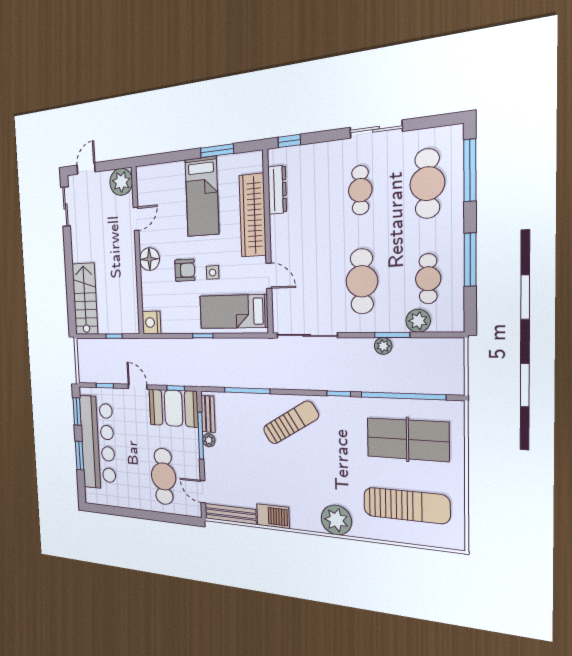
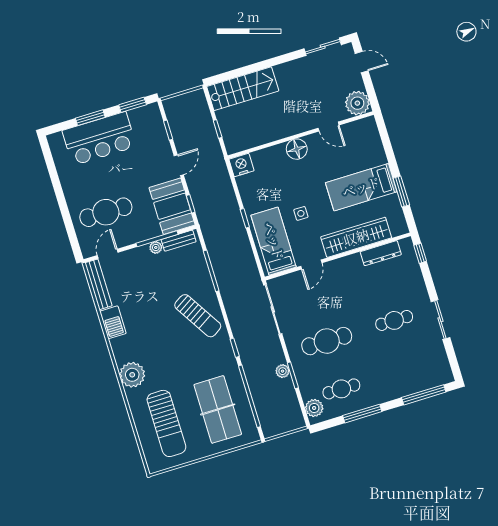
cafe table: (427, 184) -> (409, 368), removed
armchair: (185, 270) -> (296, 187), removed
plant: (418, 321) -> (314, 408), moved
bar counter: (98, 442) -> (99, 139), width x0.73

